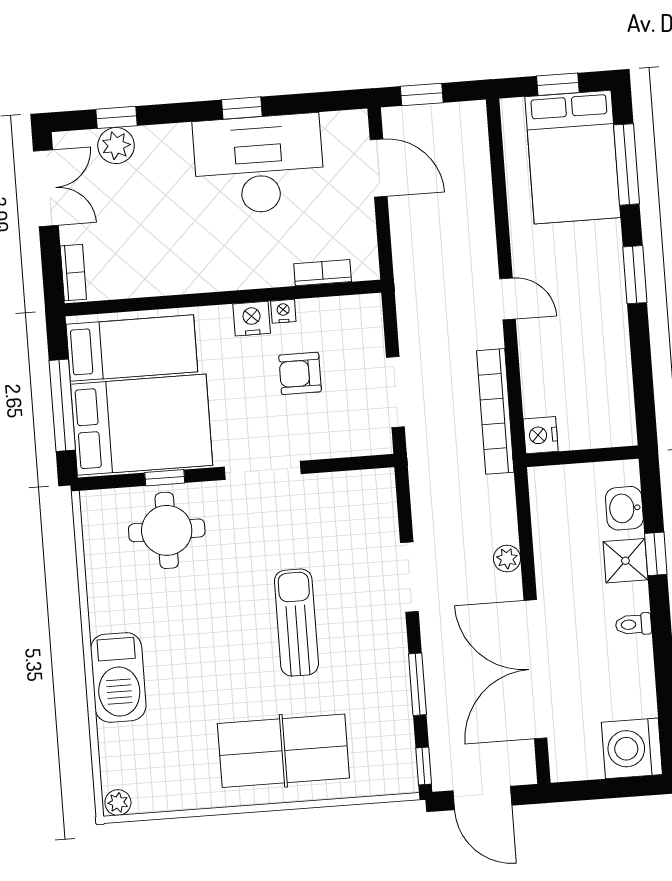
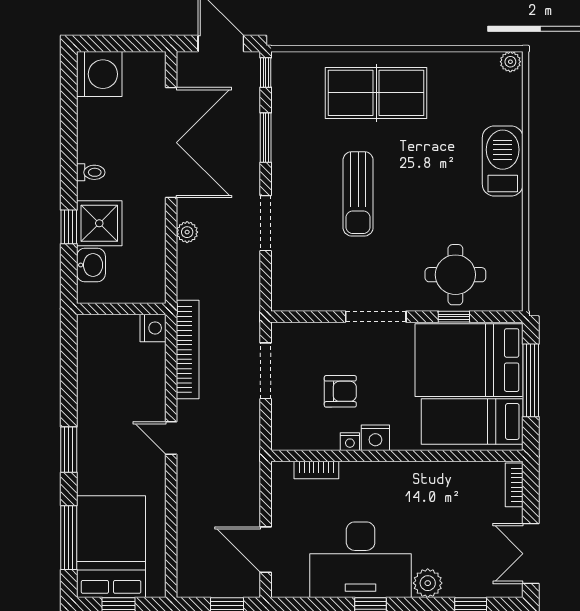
plant: (116, 146) -> (428, 583), moved
shower: (625, 561) -> (99, 223), width x1.36, depth x1.36

